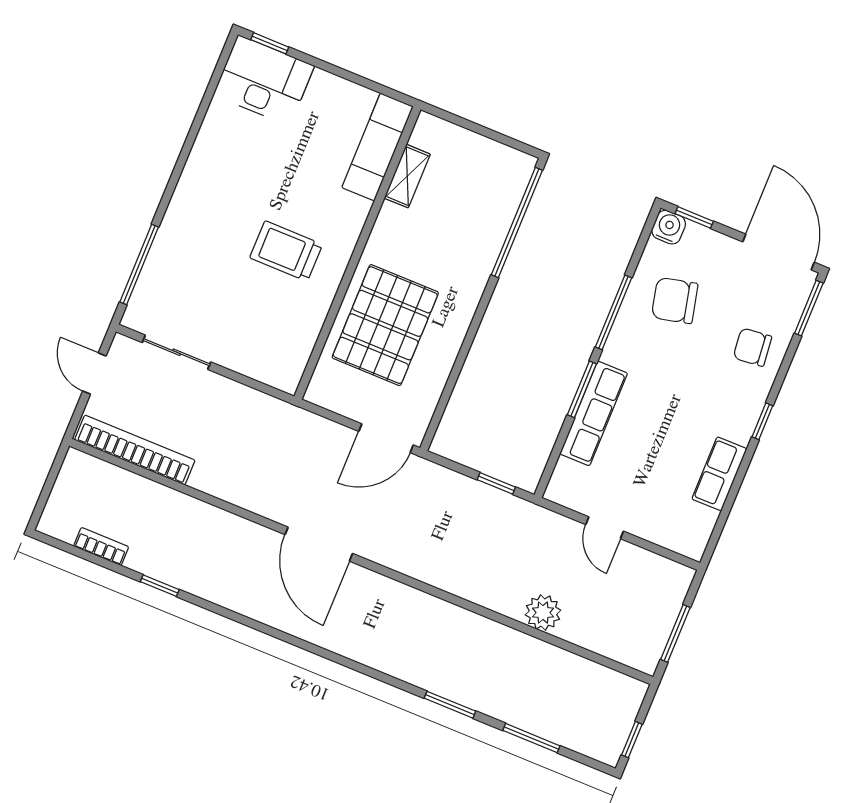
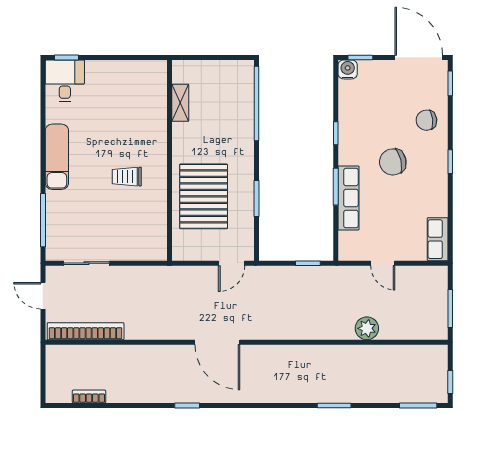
desk: (264, 80) -> (65, 81), width x0.73
exam couch: (378, 147) -> (57, 157), moved, turned 180
trolley: (286, 251) -> (127, 177), width x0.73, depth x0.72
chair: (675, 300) -> (393, 162), moved
window: (809, 308) -> (450, 83), width x0.67
window: (614, 312) -> (336, 133), width x0.46
window: (461, 360) -> (257, 198), added
door: (386, 438) -> (232, 263), width x0.73
row of seats: (719, 474) -> (438, 239), moved
window: (160, 586) -> (187, 406), moved
window: (531, 738) -> (418, 406), moved

